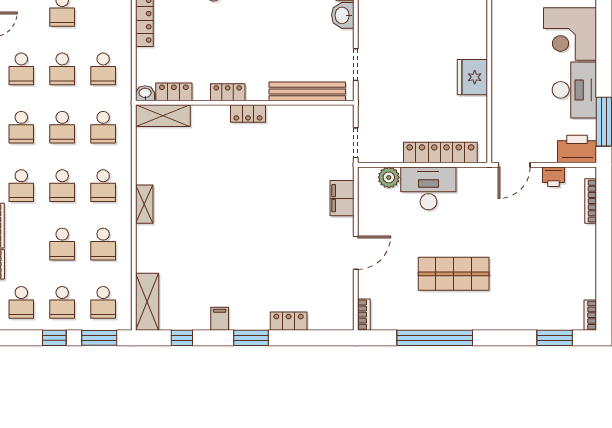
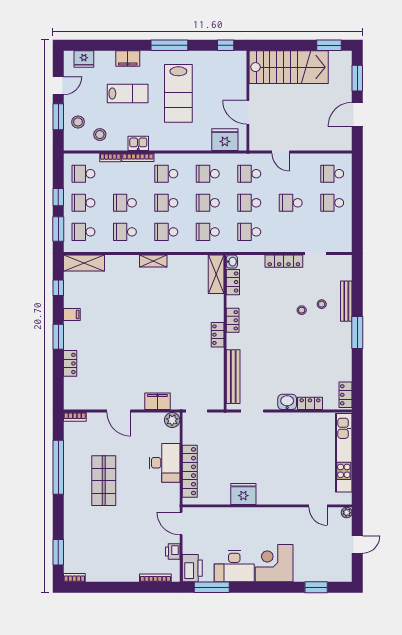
plant: (389, 177) -> (172, 420), moved

